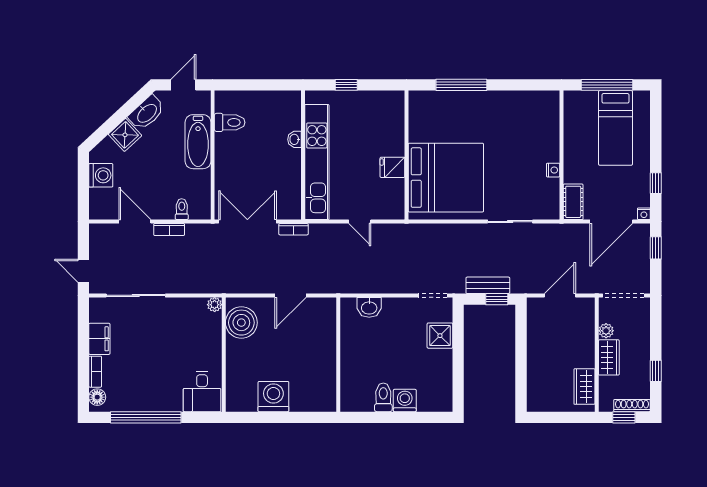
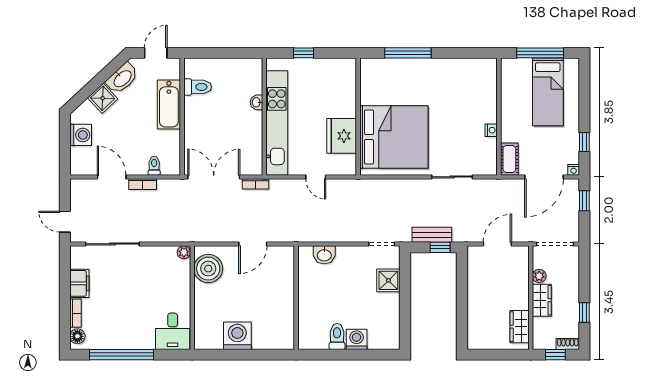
fridge: (392, 167) -> (342, 136), width x1.88, depth x1.34
shoe rack: (632, 406) -> (568, 344), width x0.70

